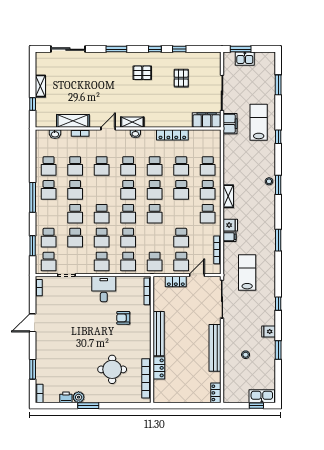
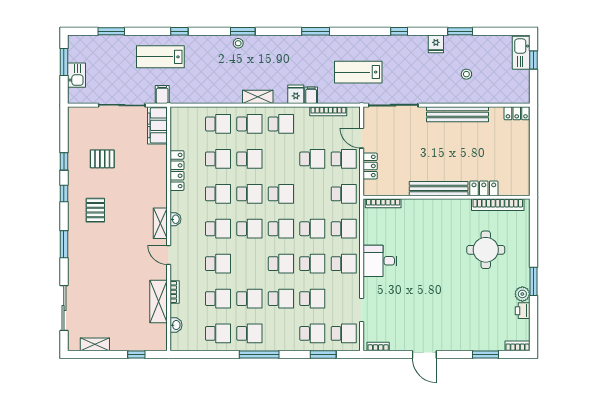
window: (241, 49) -> (64, 62), moved
shelving: (40, 86) -> (95, 344), moved
filing cabinet: (230, 124) -> (162, 95), width x0.50
armchair: (123, 318) -> (418, 235), removed

